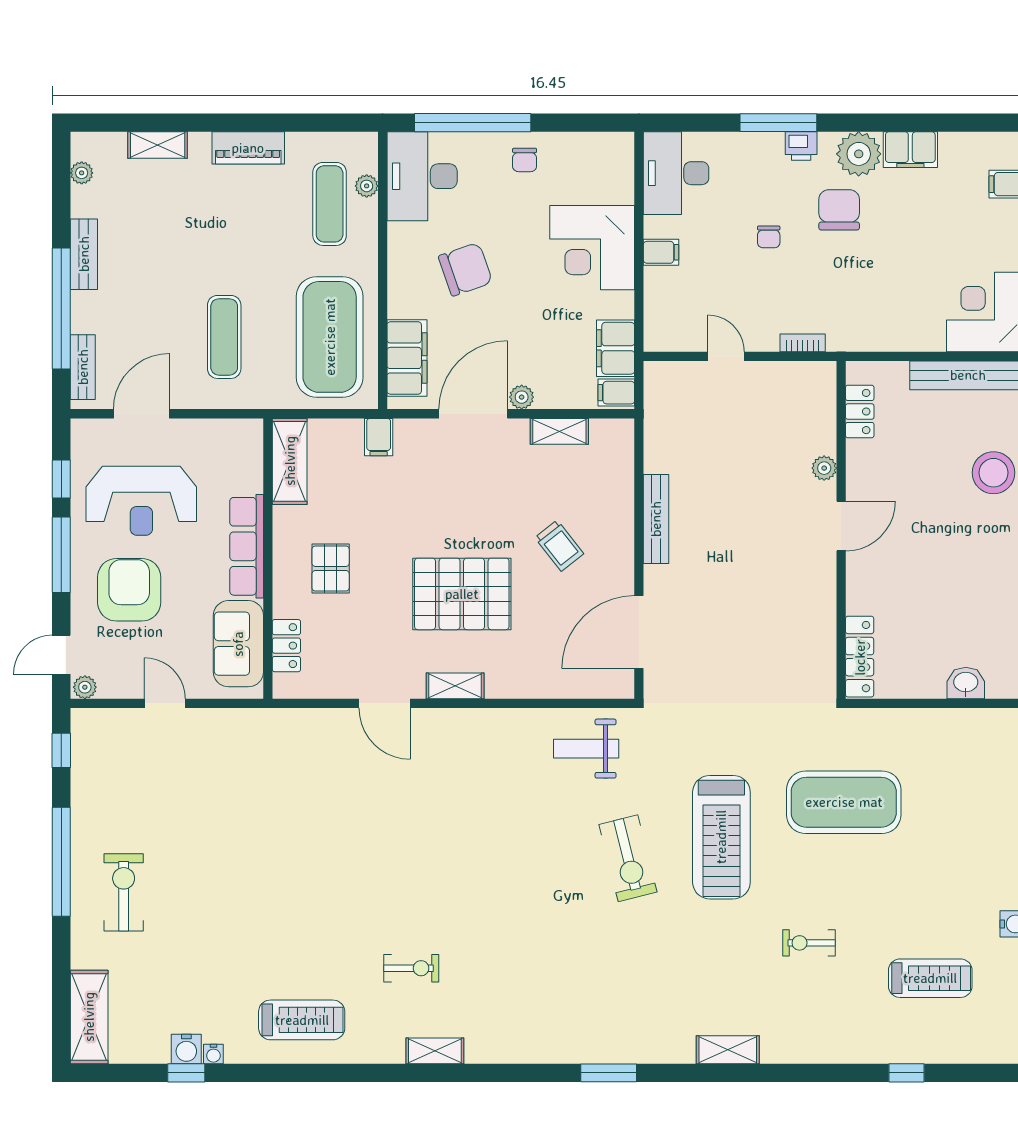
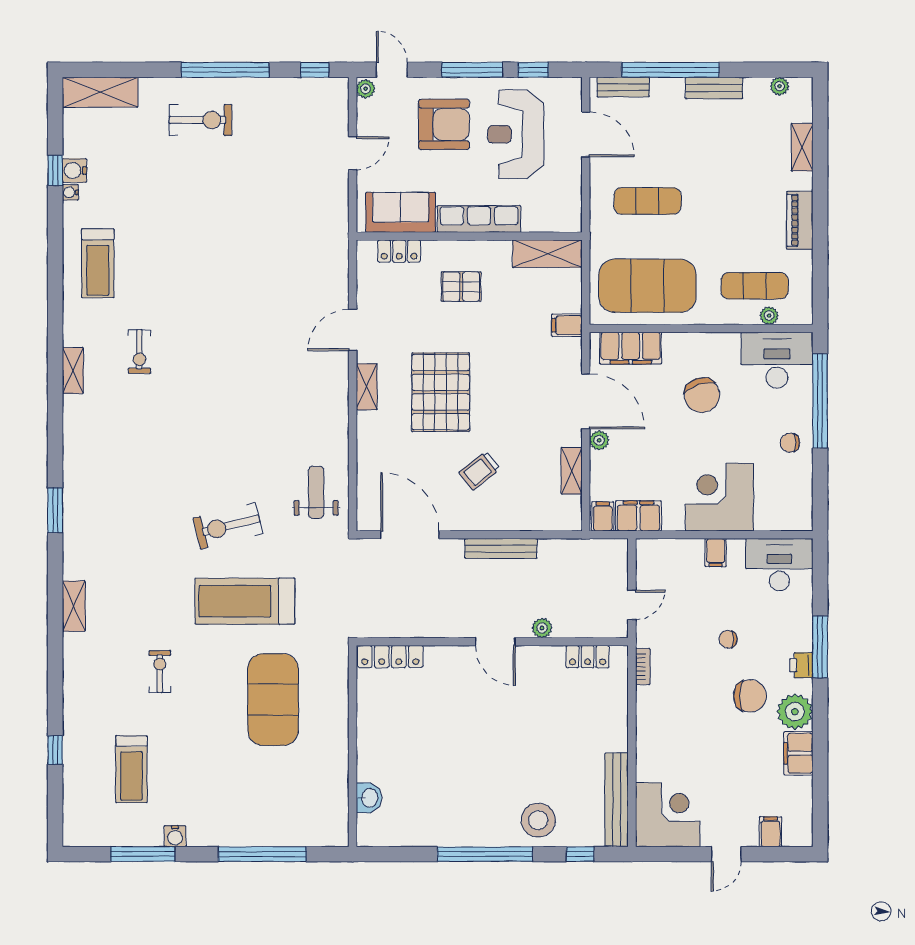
locker: (860, 411) -> (588, 657), moved
plant: (824, 468) -> (542, 628), moved
door: (841, 526) -> (495, 642), moved
wall: (841, 530) -> (492, 642), moved
locker: (860, 657) -> (390, 657), moved

